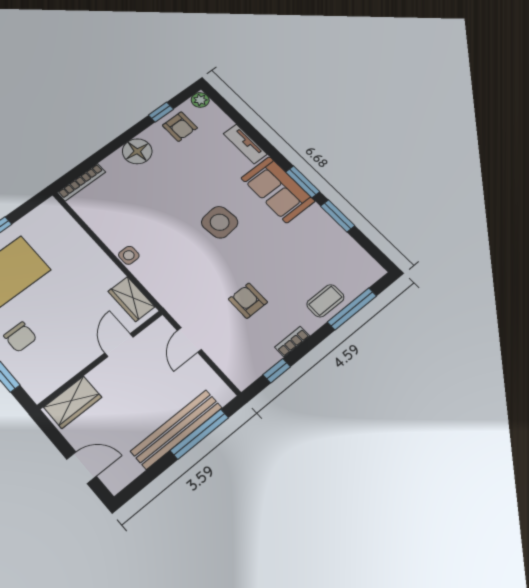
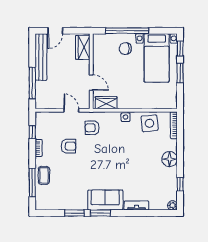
armchair: (180, 127) -> (92, 128), moved
side table: (220, 222) -> (150, 123), moved
bench: (177, 429) -> (41, 57), moved

